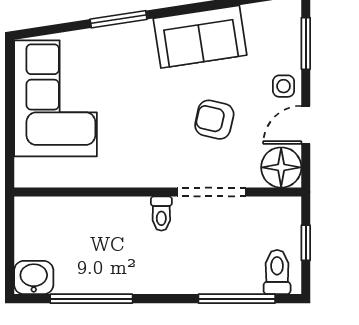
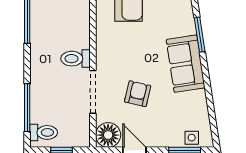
sofa: (200, 37) -> (186, 64), moved
side table: (284, 86) -> (192, 138), moved
toilet: (161, 214) -> (76, 59), width x1.37, depth x1.39

